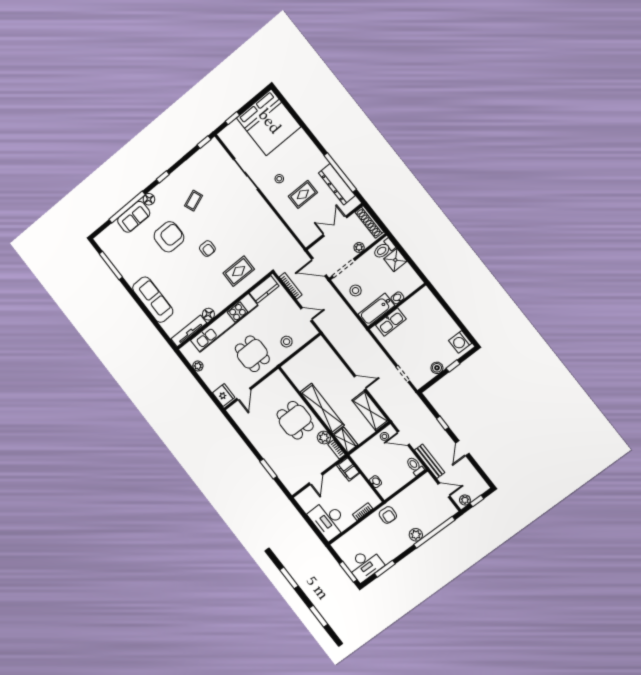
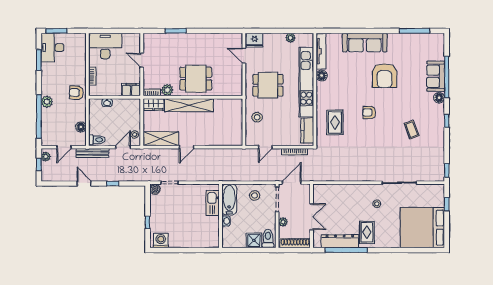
rug: (303, 194) -> (367, 232), moved
armchair: (169, 237) -> (384, 76), moved
boiler: (437, 368) -> (155, 189), moved
floor lamp: (415, 489) -> (81, 127), added

